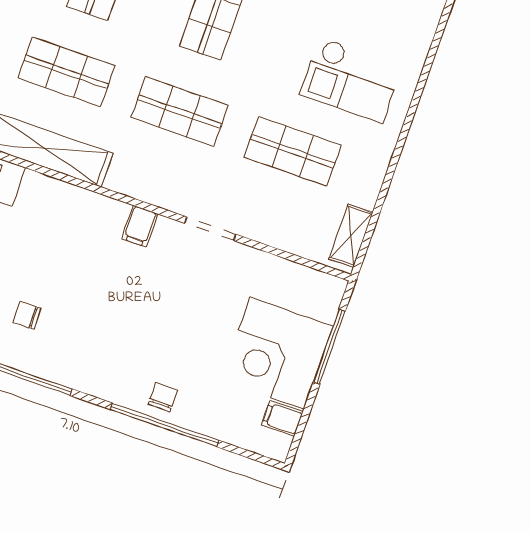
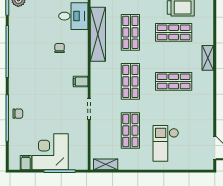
chair: (27, 315) -> (60, 48), moved

